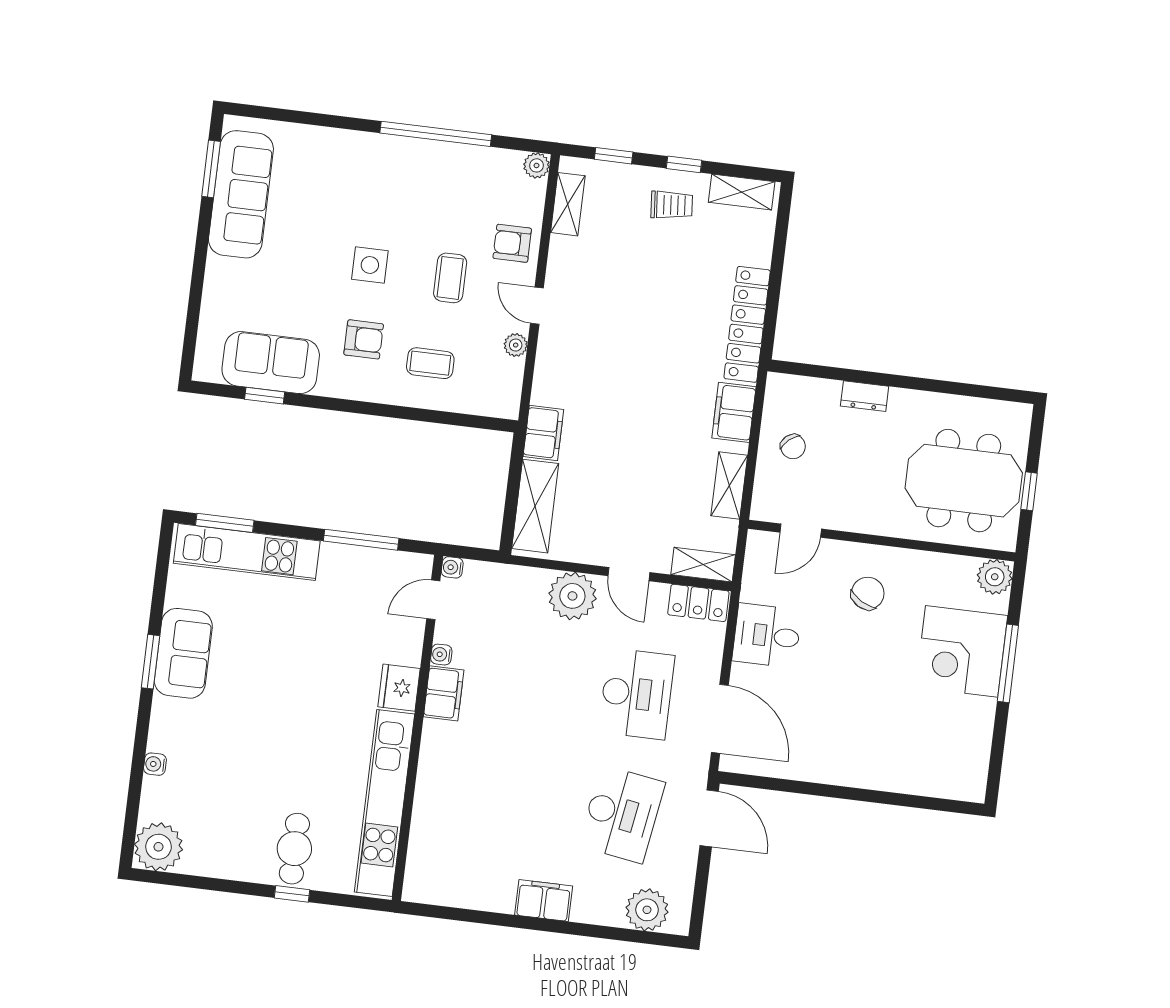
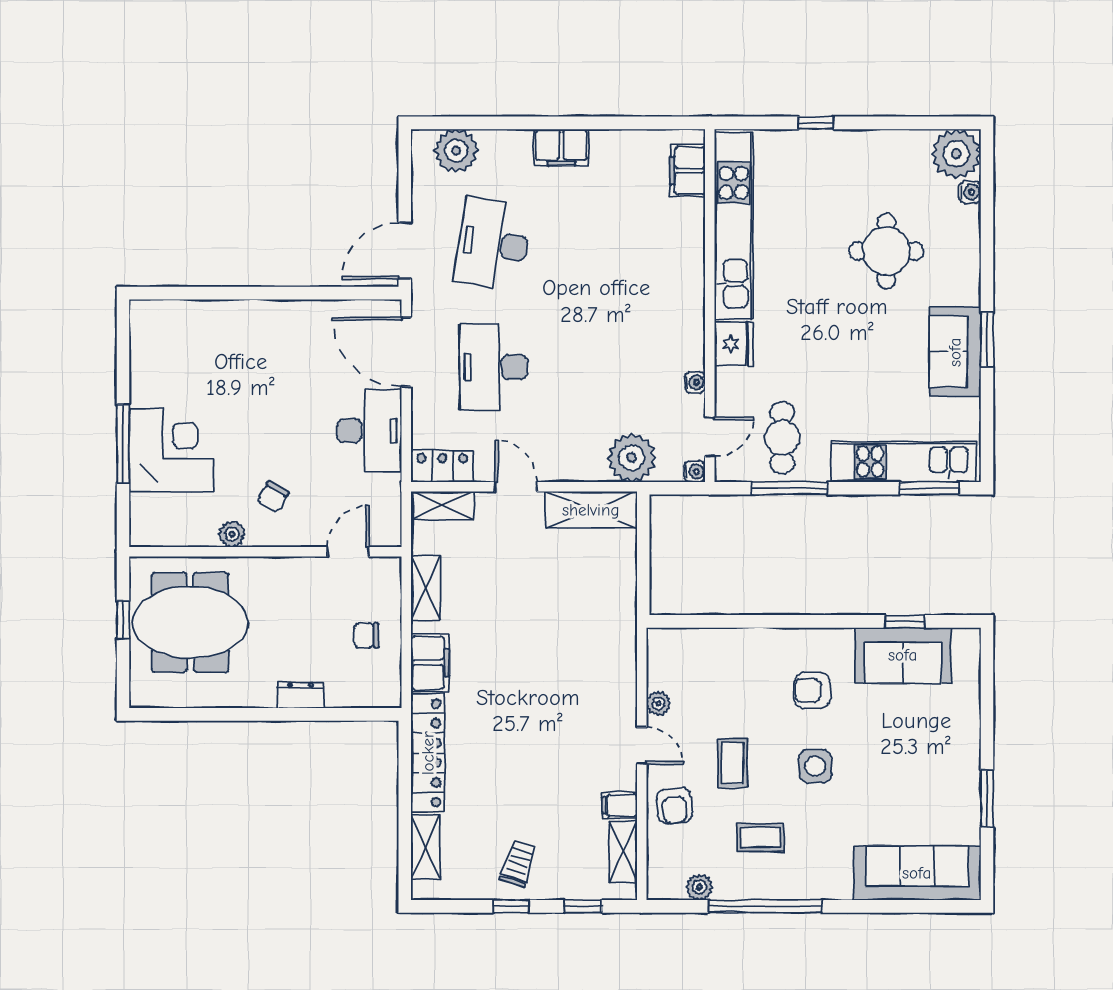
plant: (536, 165) -> (699, 887), moved
window: (211, 169) -> (987, 799), moved
shelving: (742, 192) -> (425, 847), moved, turned 90
sofa: (241, 194) -> (917, 873), moved, turned 90
trolley: (672, 205) -> (518, 864), turned 113
armchair: (512, 243) -> (674, 806), turned 84
coffee table: (430, 363) -> (760, 838), moved
filing cabinet: (543, 433) -> (620, 805), moved, width x0.50
chair: (793, 447) -> (366, 635), turned -49
shelving: (535, 506) -> (591, 510), moved, turned 90
plant: (995, 577) -> (232, 534), moved, width x0.73, depth x0.73
chair: (868, 593) -> (273, 497), width x0.73, depth x0.73
plant: (572, 596) -> (632, 458), moved
desk: (767, 635) -> (369, 431), width x1.37
filing cabinet: (444, 693) -> (688, 171), moved
round table: (239, 760) -> (886, 251), added
water cooler: (155, 764) -> (970, 192), moved
door: (709, 818) -> (405, 251), hinge flipped
cafe table: (294, 849) -> (782, 438), moved

